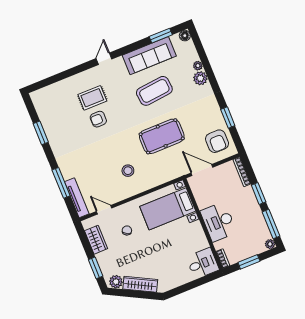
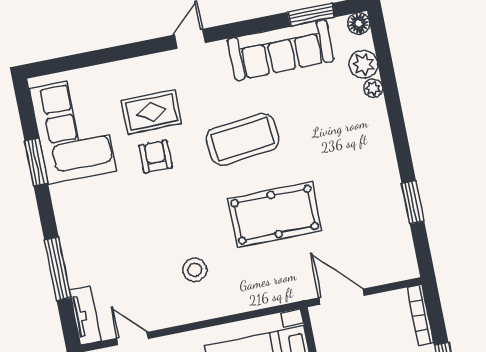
plant: (200, 78) -> (363, 64), moved
coffee table: (154, 91) -> (243, 139), moved
corner sofa: (56, 114) -> (73, 130), added
armchair: (98, 119) -> (156, 156), turned 90
armchair: (217, 141) -> (383, 245), removed
tv unit: (77, 198) -> (85, 316), width x0.71

